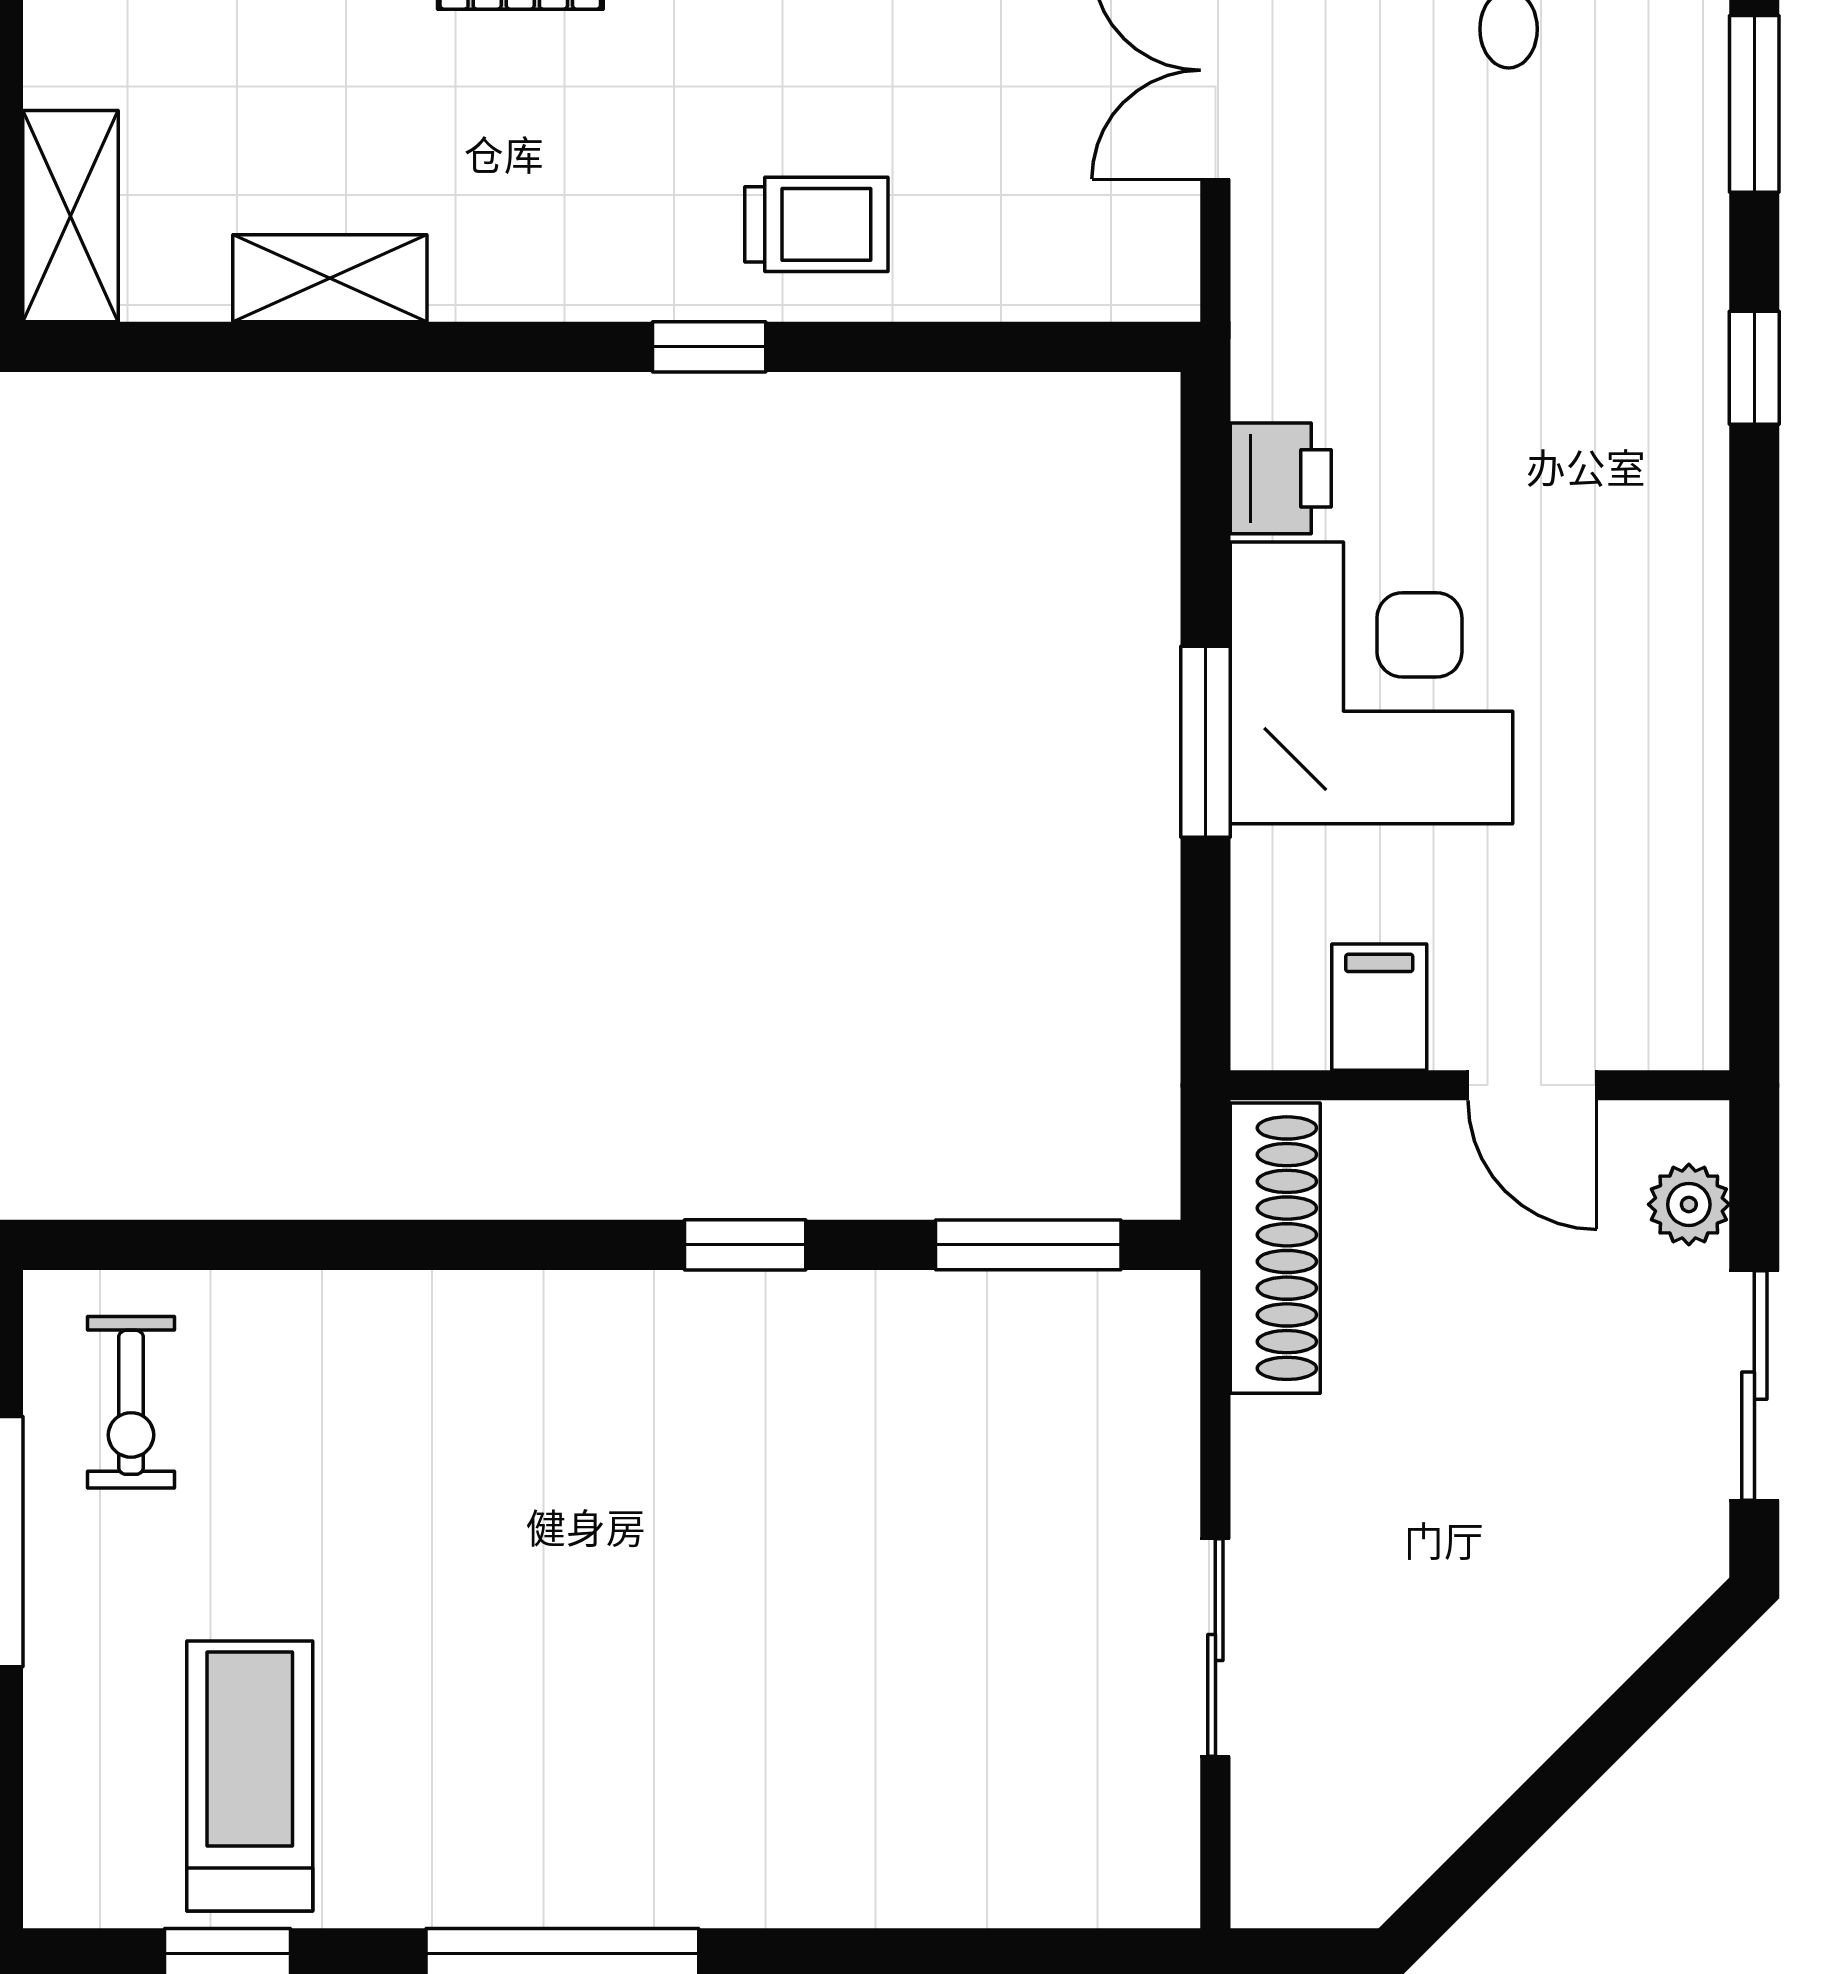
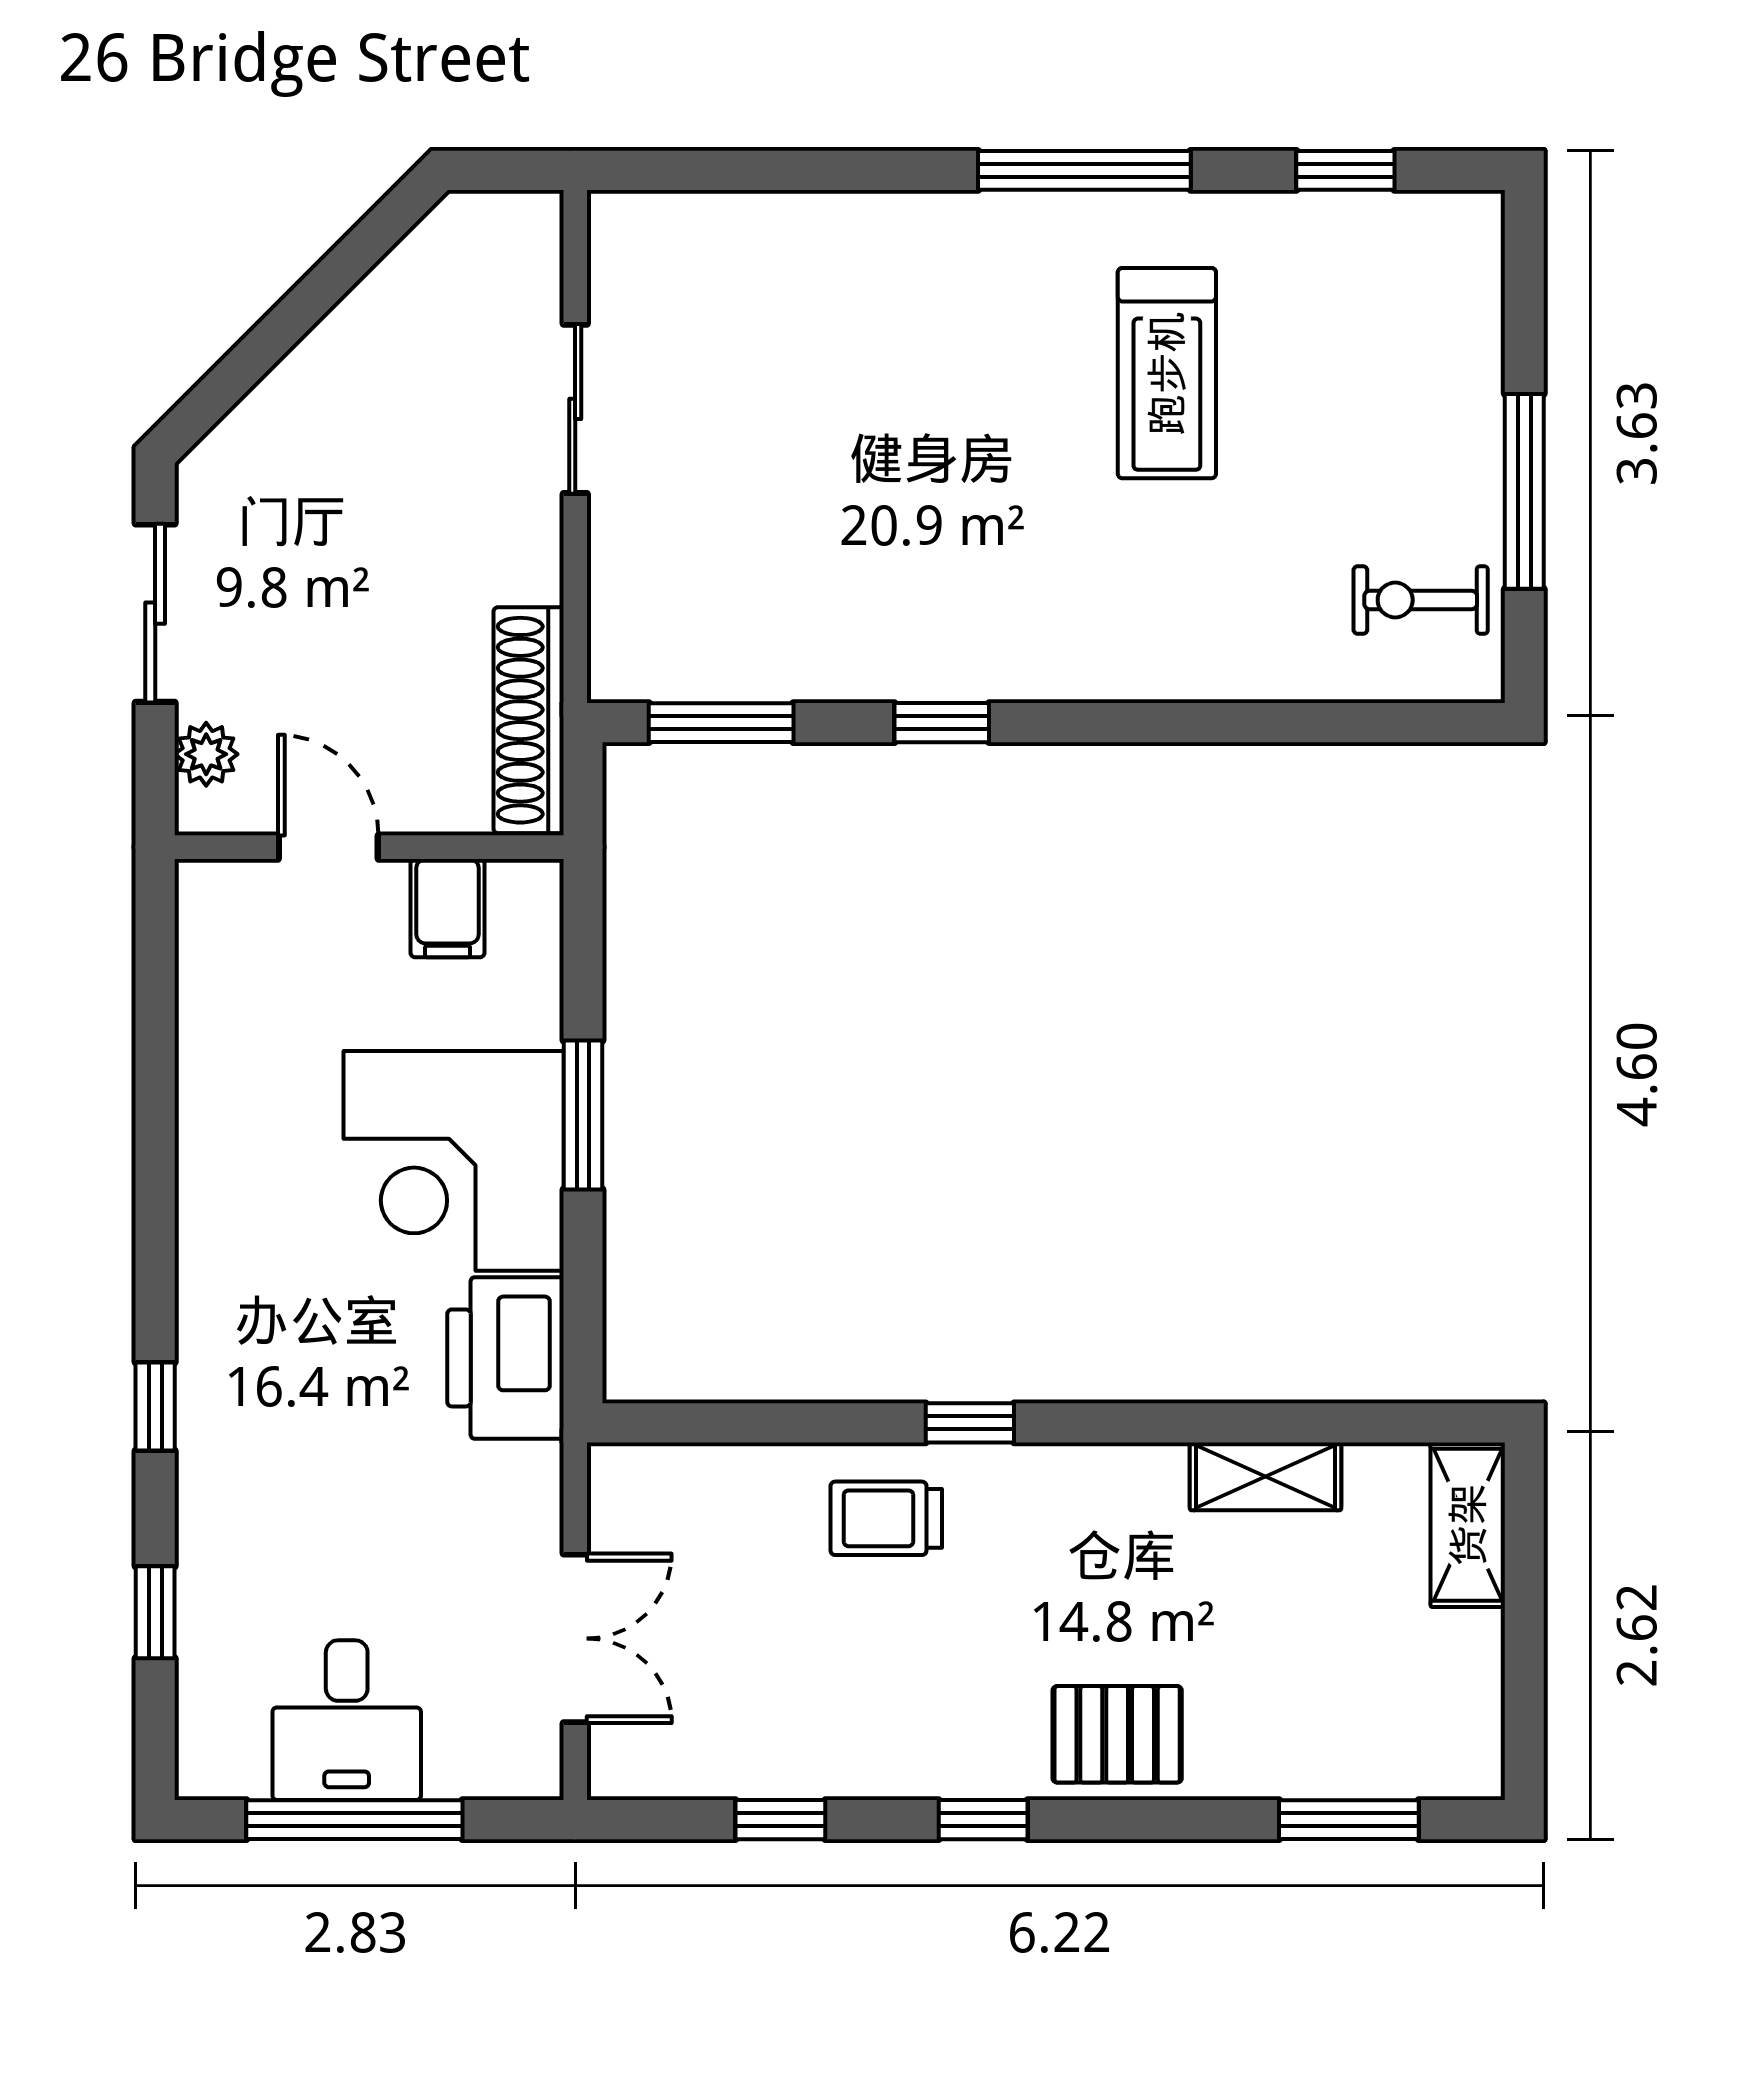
window: (1754, 104) -> (155, 1612), width x0.67
printer: (1281, 478) -> (505, 1358), width x1.87, depth x1.48
exercise bike: (131, 1402) -> (1421, 600), turned -90
treadmill: (250, 1776) -> (1167, 373), moved

